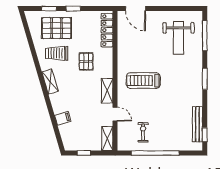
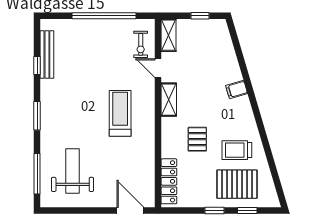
trolley: (57, 53) -> (237, 150), turned 180
treadmill: (143, 81) -> (120, 113), turned -90
shelving: (50, 82) -> (246, 112), removed
filing cabinet: (63, 118) -> (237, 90), moved
exercise bike: (143, 132) -> (141, 44), moved
window: (205, 135) -> (37, 66), moved

